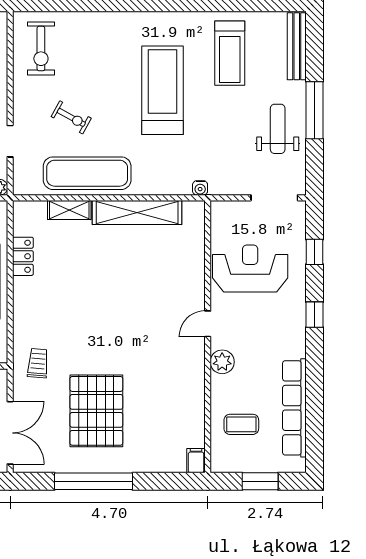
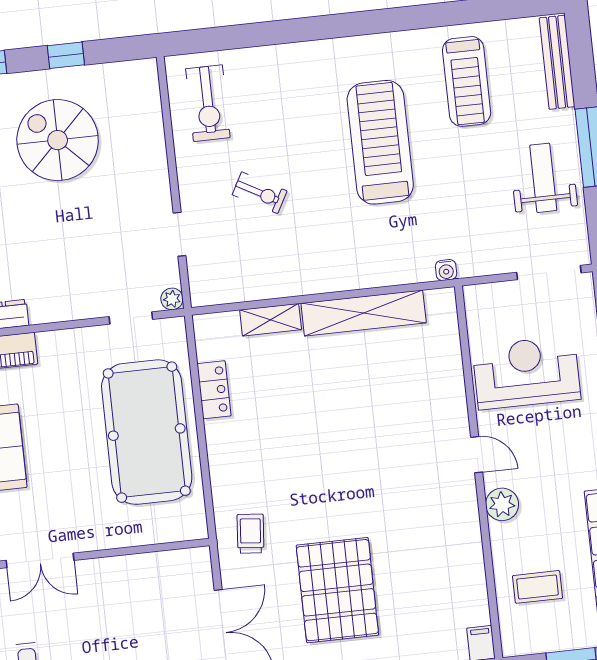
exercise mat: (87, 173) -> (290, 267), removed
door: (208, 324) -> (477, 455), swing flipped

